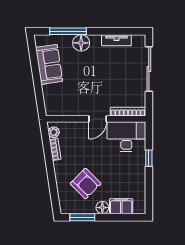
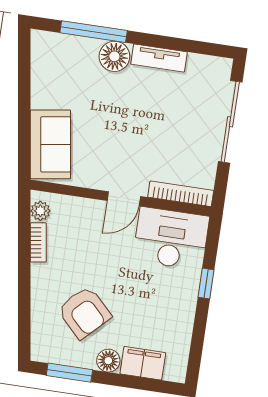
tv unit: (116, 40) -> (159, 58), moved
sofa: (49, 64) -> (50, 144), moved

